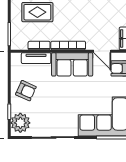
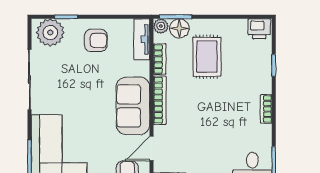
floor lamp: (17, 32) -> (179, 28), added
plant: (16, 45) -> (161, 26), added
tv unit: (36, 58) -> (142, 39), moved
armchair: (26, 91) -> (96, 40), turned -114

